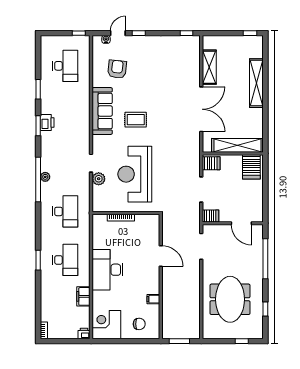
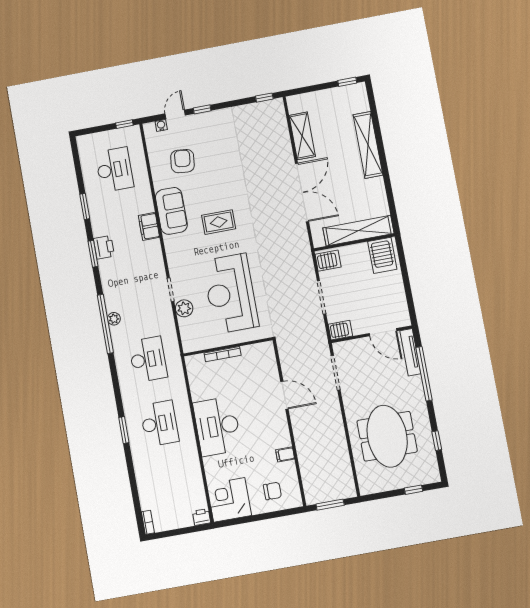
sofa: (102, 111) -> (171, 211), width x0.73
tv unit: (258, 241) -> (410, 352), added
filing cabinet: (83, 296) -> (149, 226), moved

